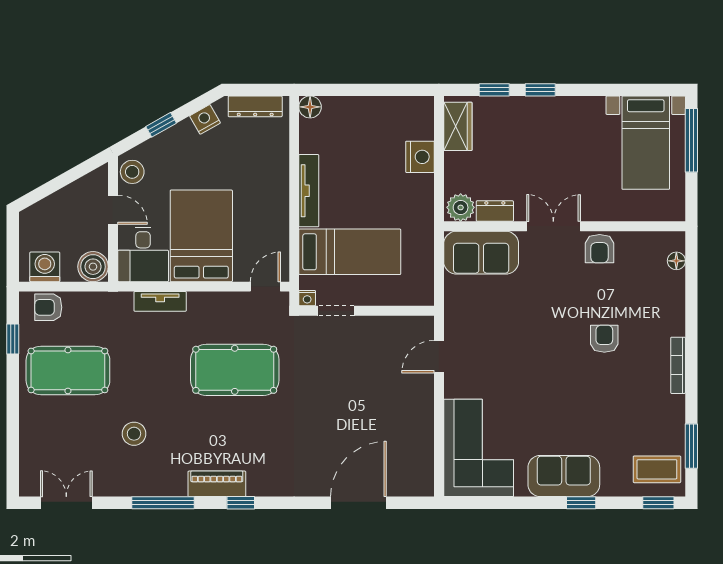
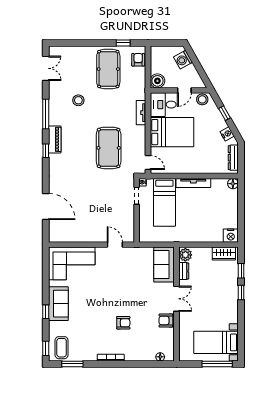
nightstand: (420, 157) -> (231, 236), moved
washing machine: (45, 267) -> (183, 60), moved, turned 151

